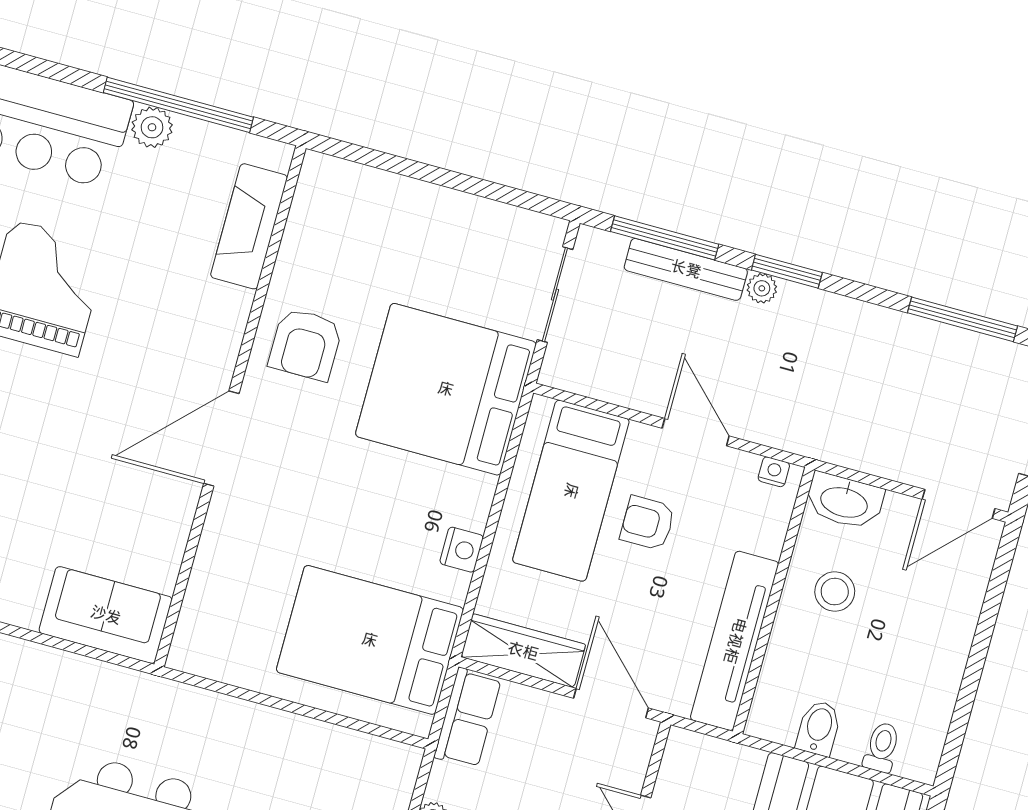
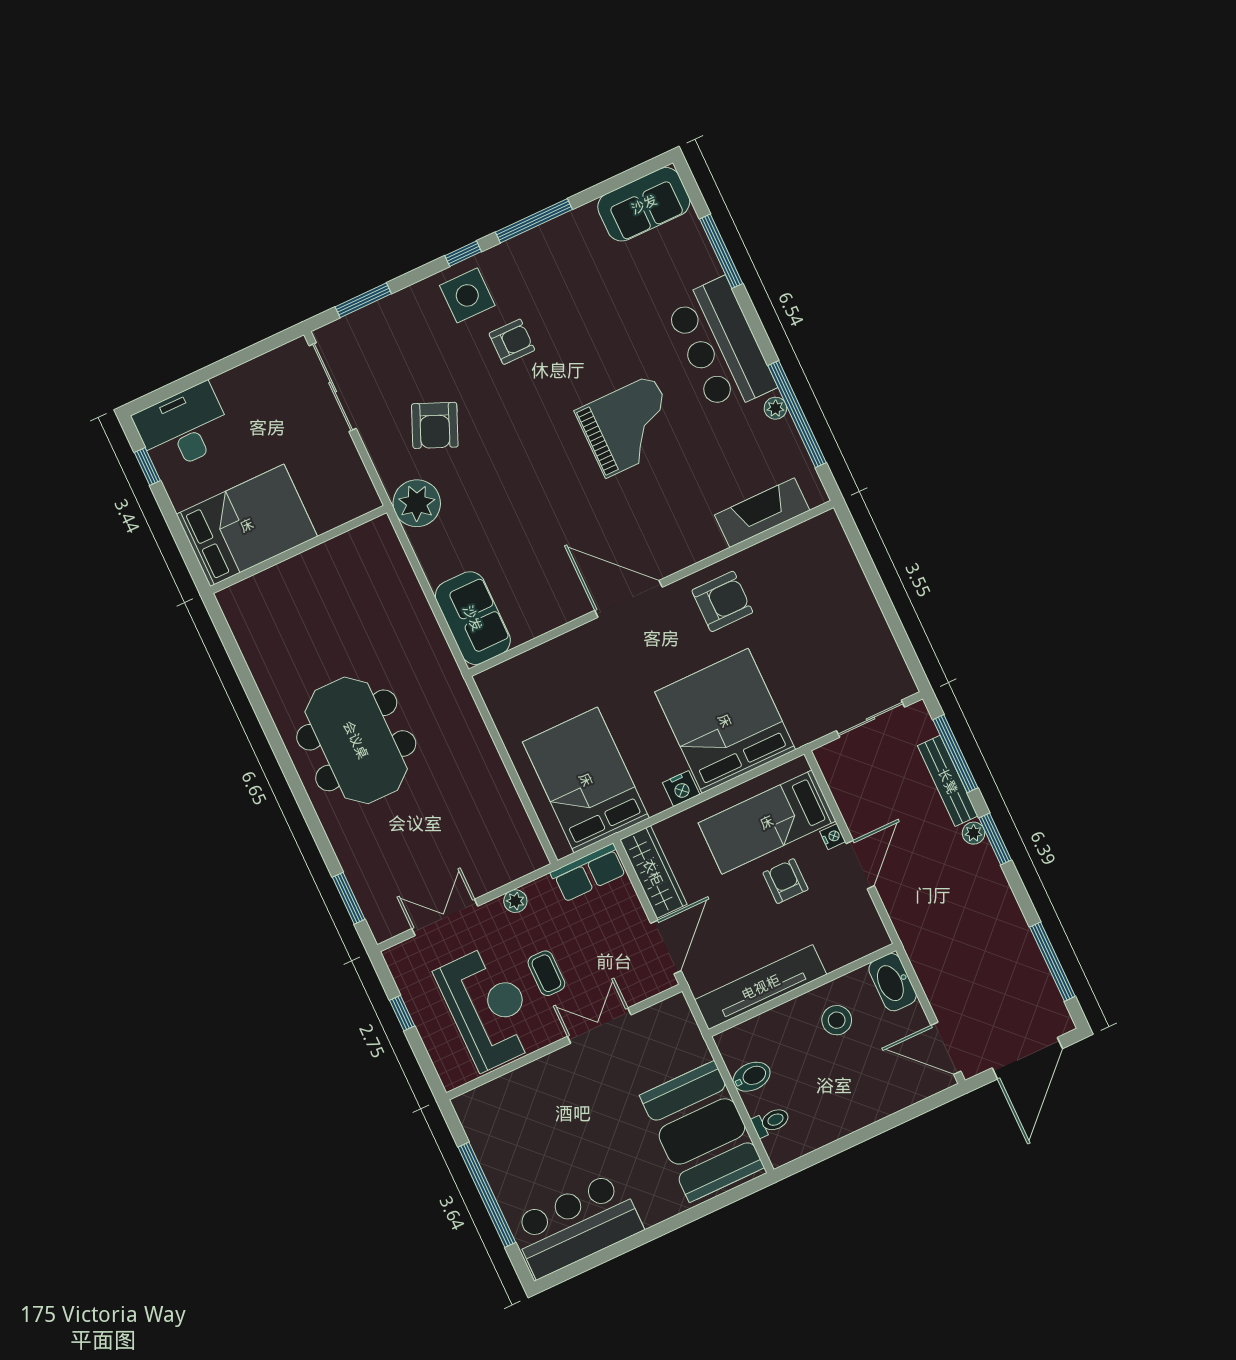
plant: (152, 127) -> (775, 408), width x0.73, depth x0.73
armchair: (305, 344) -> (722, 601), turned 180
bed: (446, 389) -> (725, 721), moved
nightstand: (774, 472) -> (833, 837), moved

